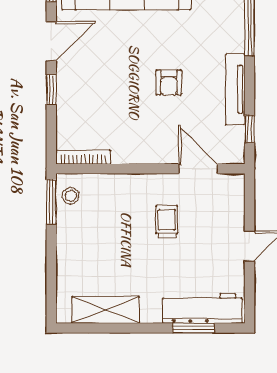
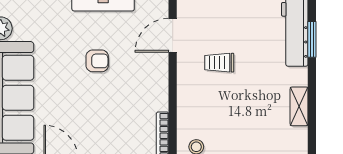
shelving: (106, 310) -> (299, 106), width x0.67, depth x0.75

